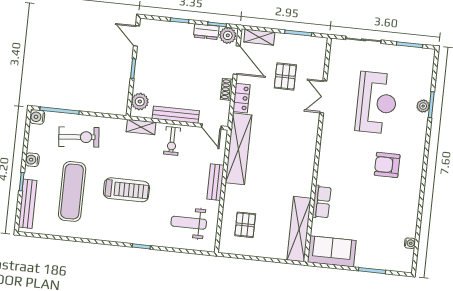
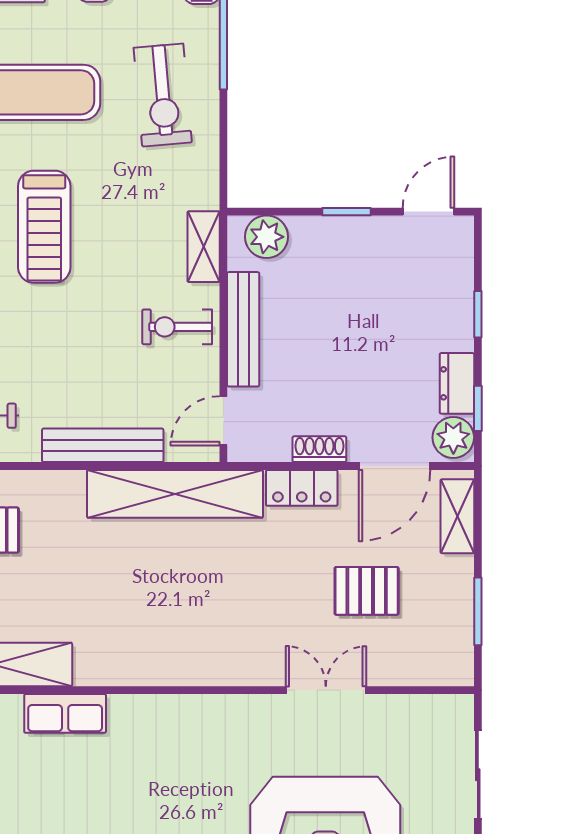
bench: (215, 182) -> (103, 445), width x1.36

